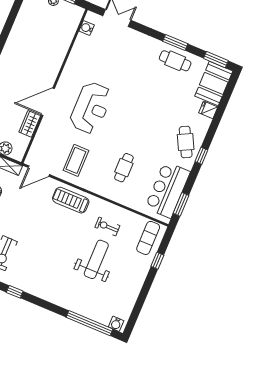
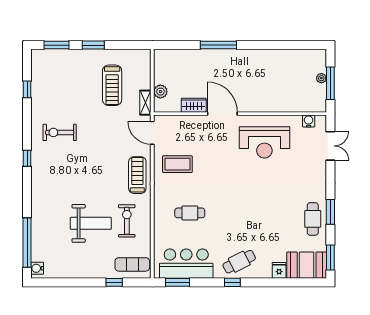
reception desk: (91, 108) -> (264, 142), moved
exercise bike: (107, 227) -> (127, 221), width x1.38, depth x1.39

